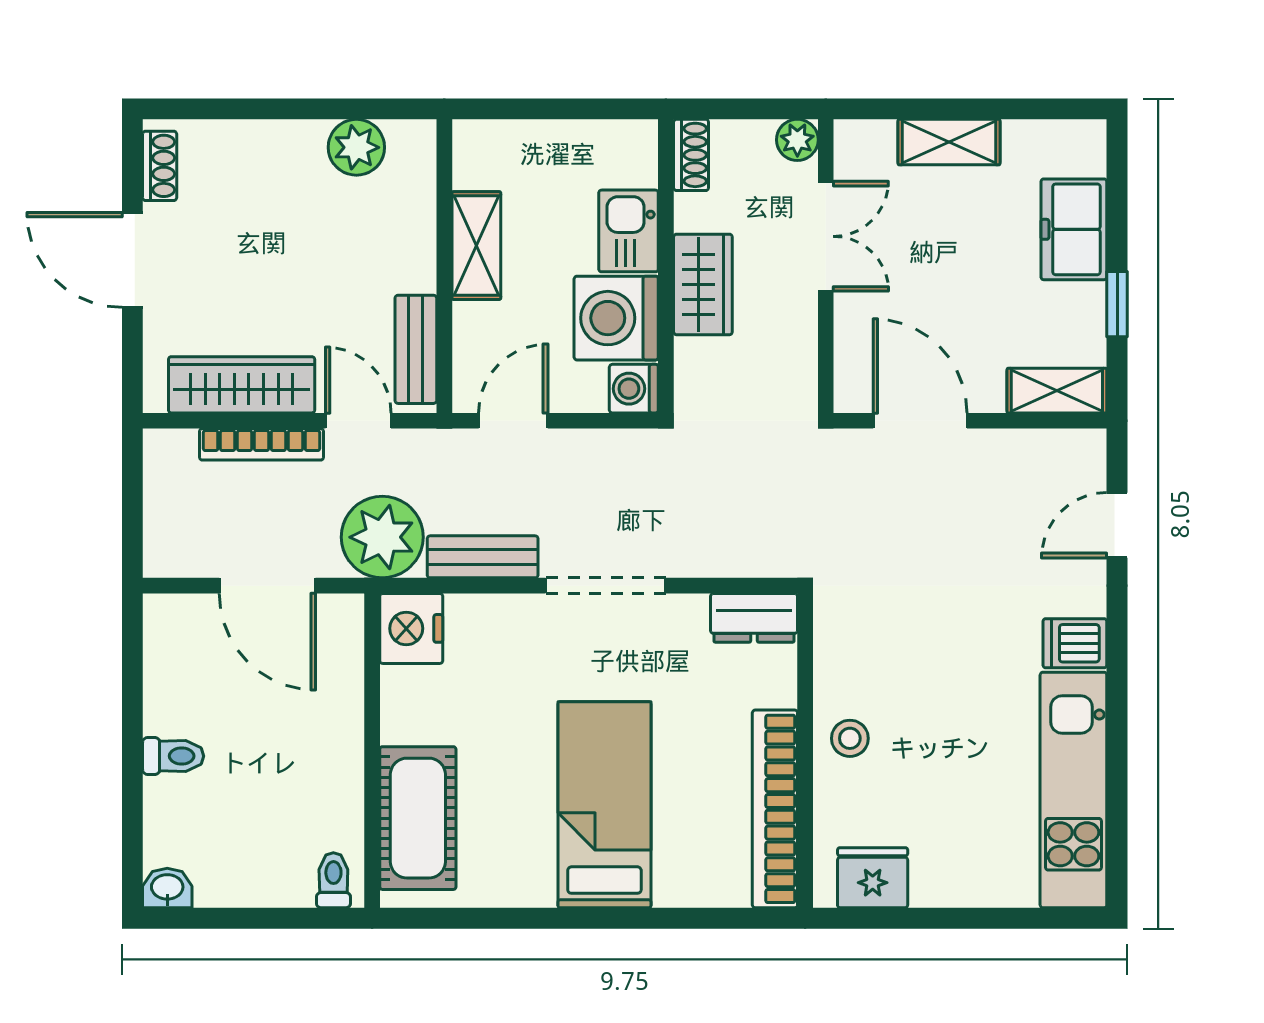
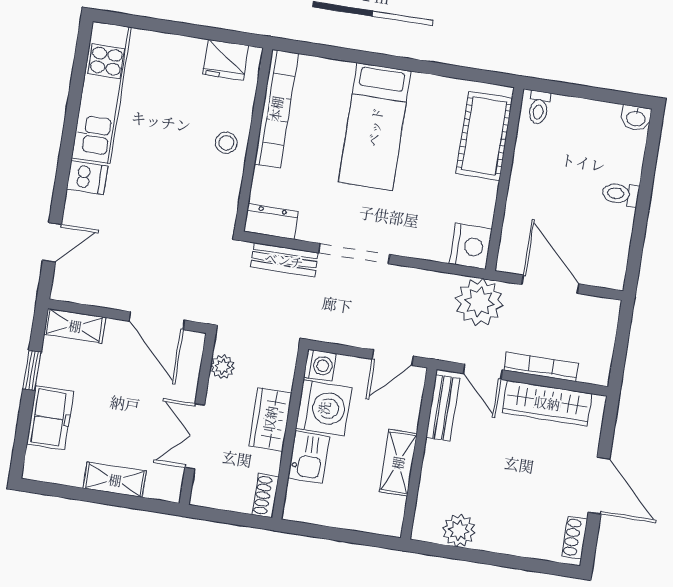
plant: (797, 140) -> (223, 367), moved
bench: (483, 557) -> (284, 260), moved

